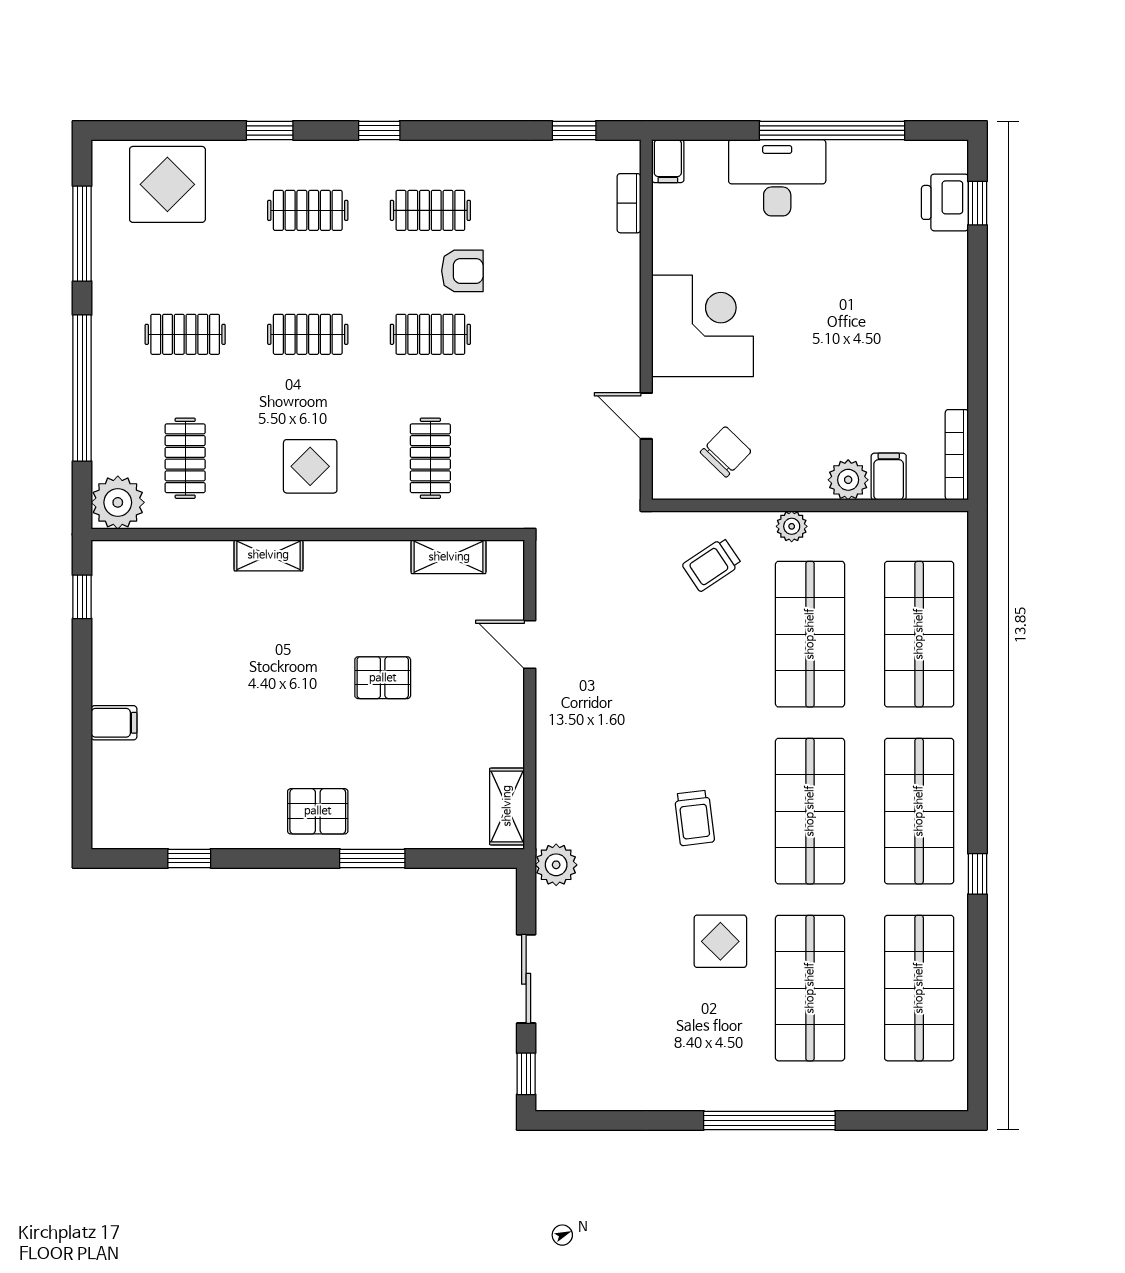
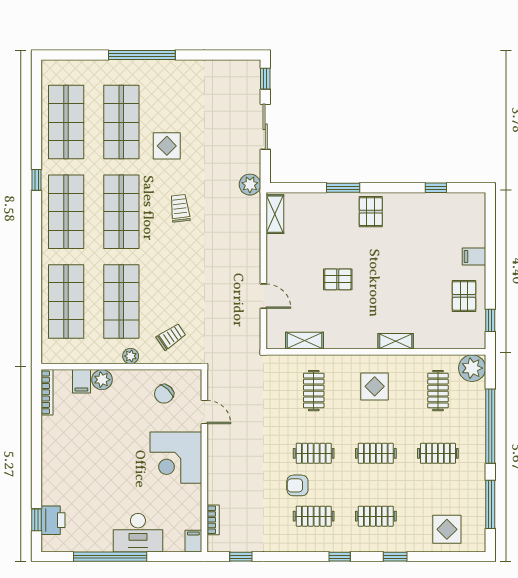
display table: (167, 184) -> (447, 529), width x0.73, depth x0.73
pallet: (134, 645) -> (464, 296), added
pallet: (318, 811) -> (371, 212), turned 90

